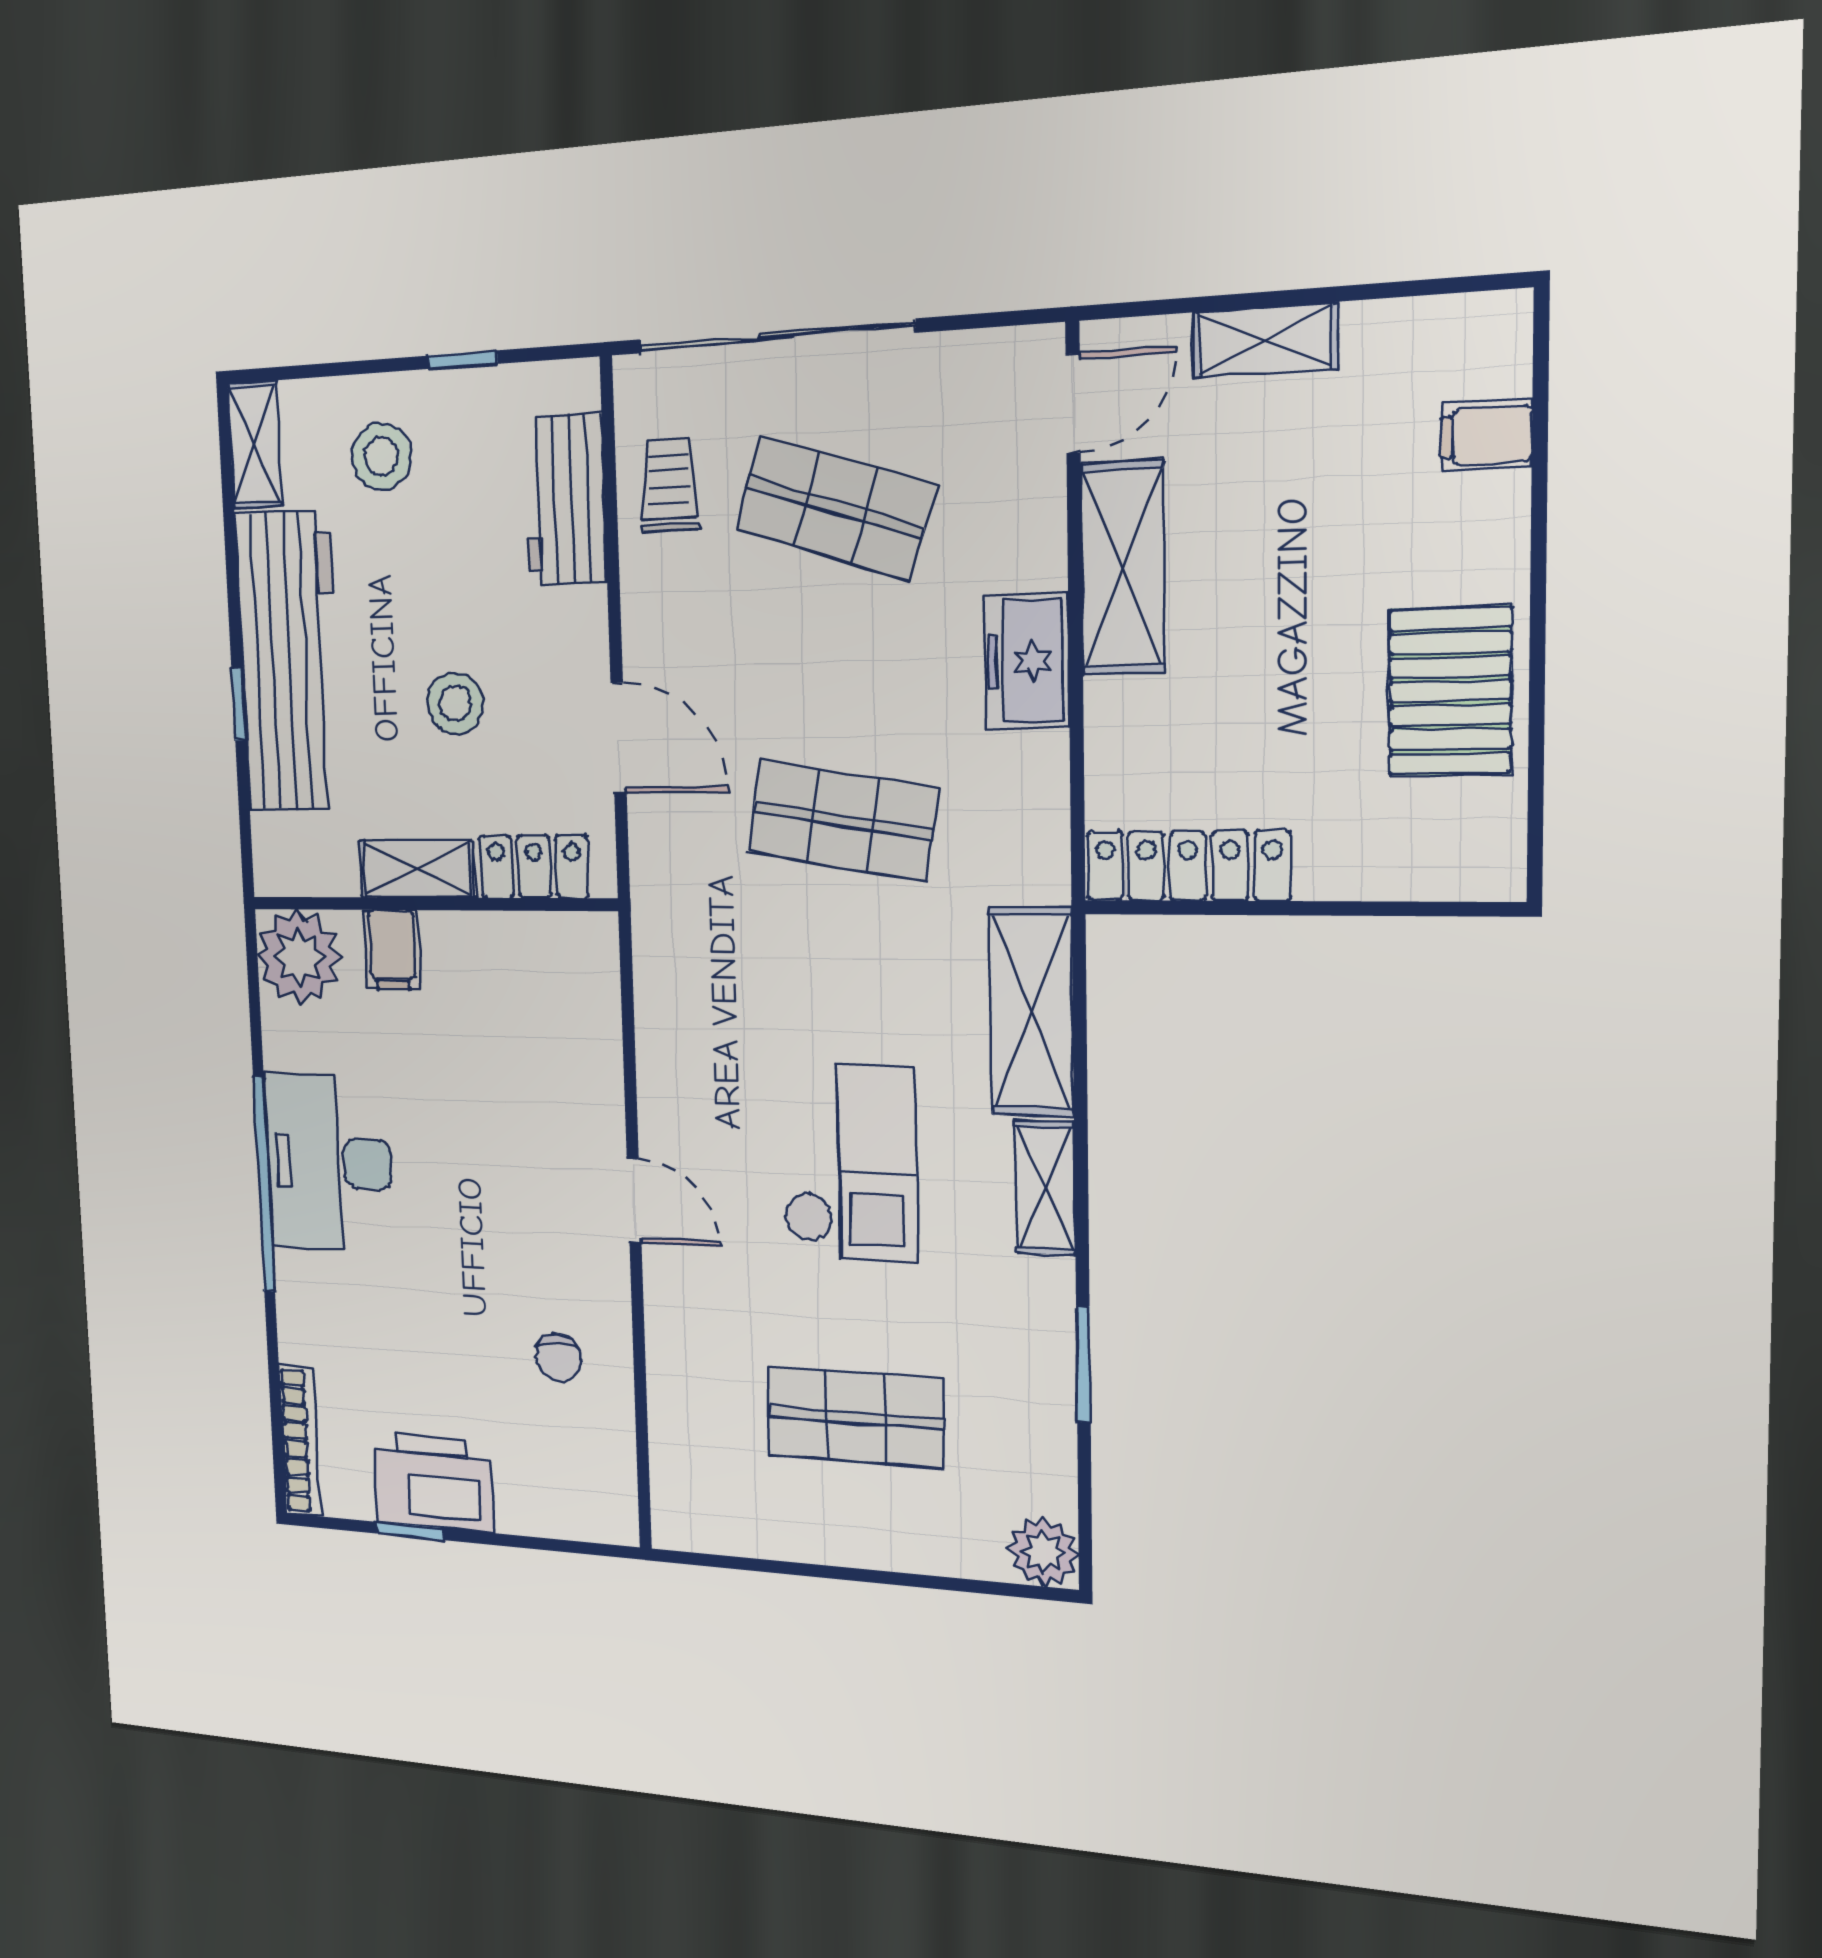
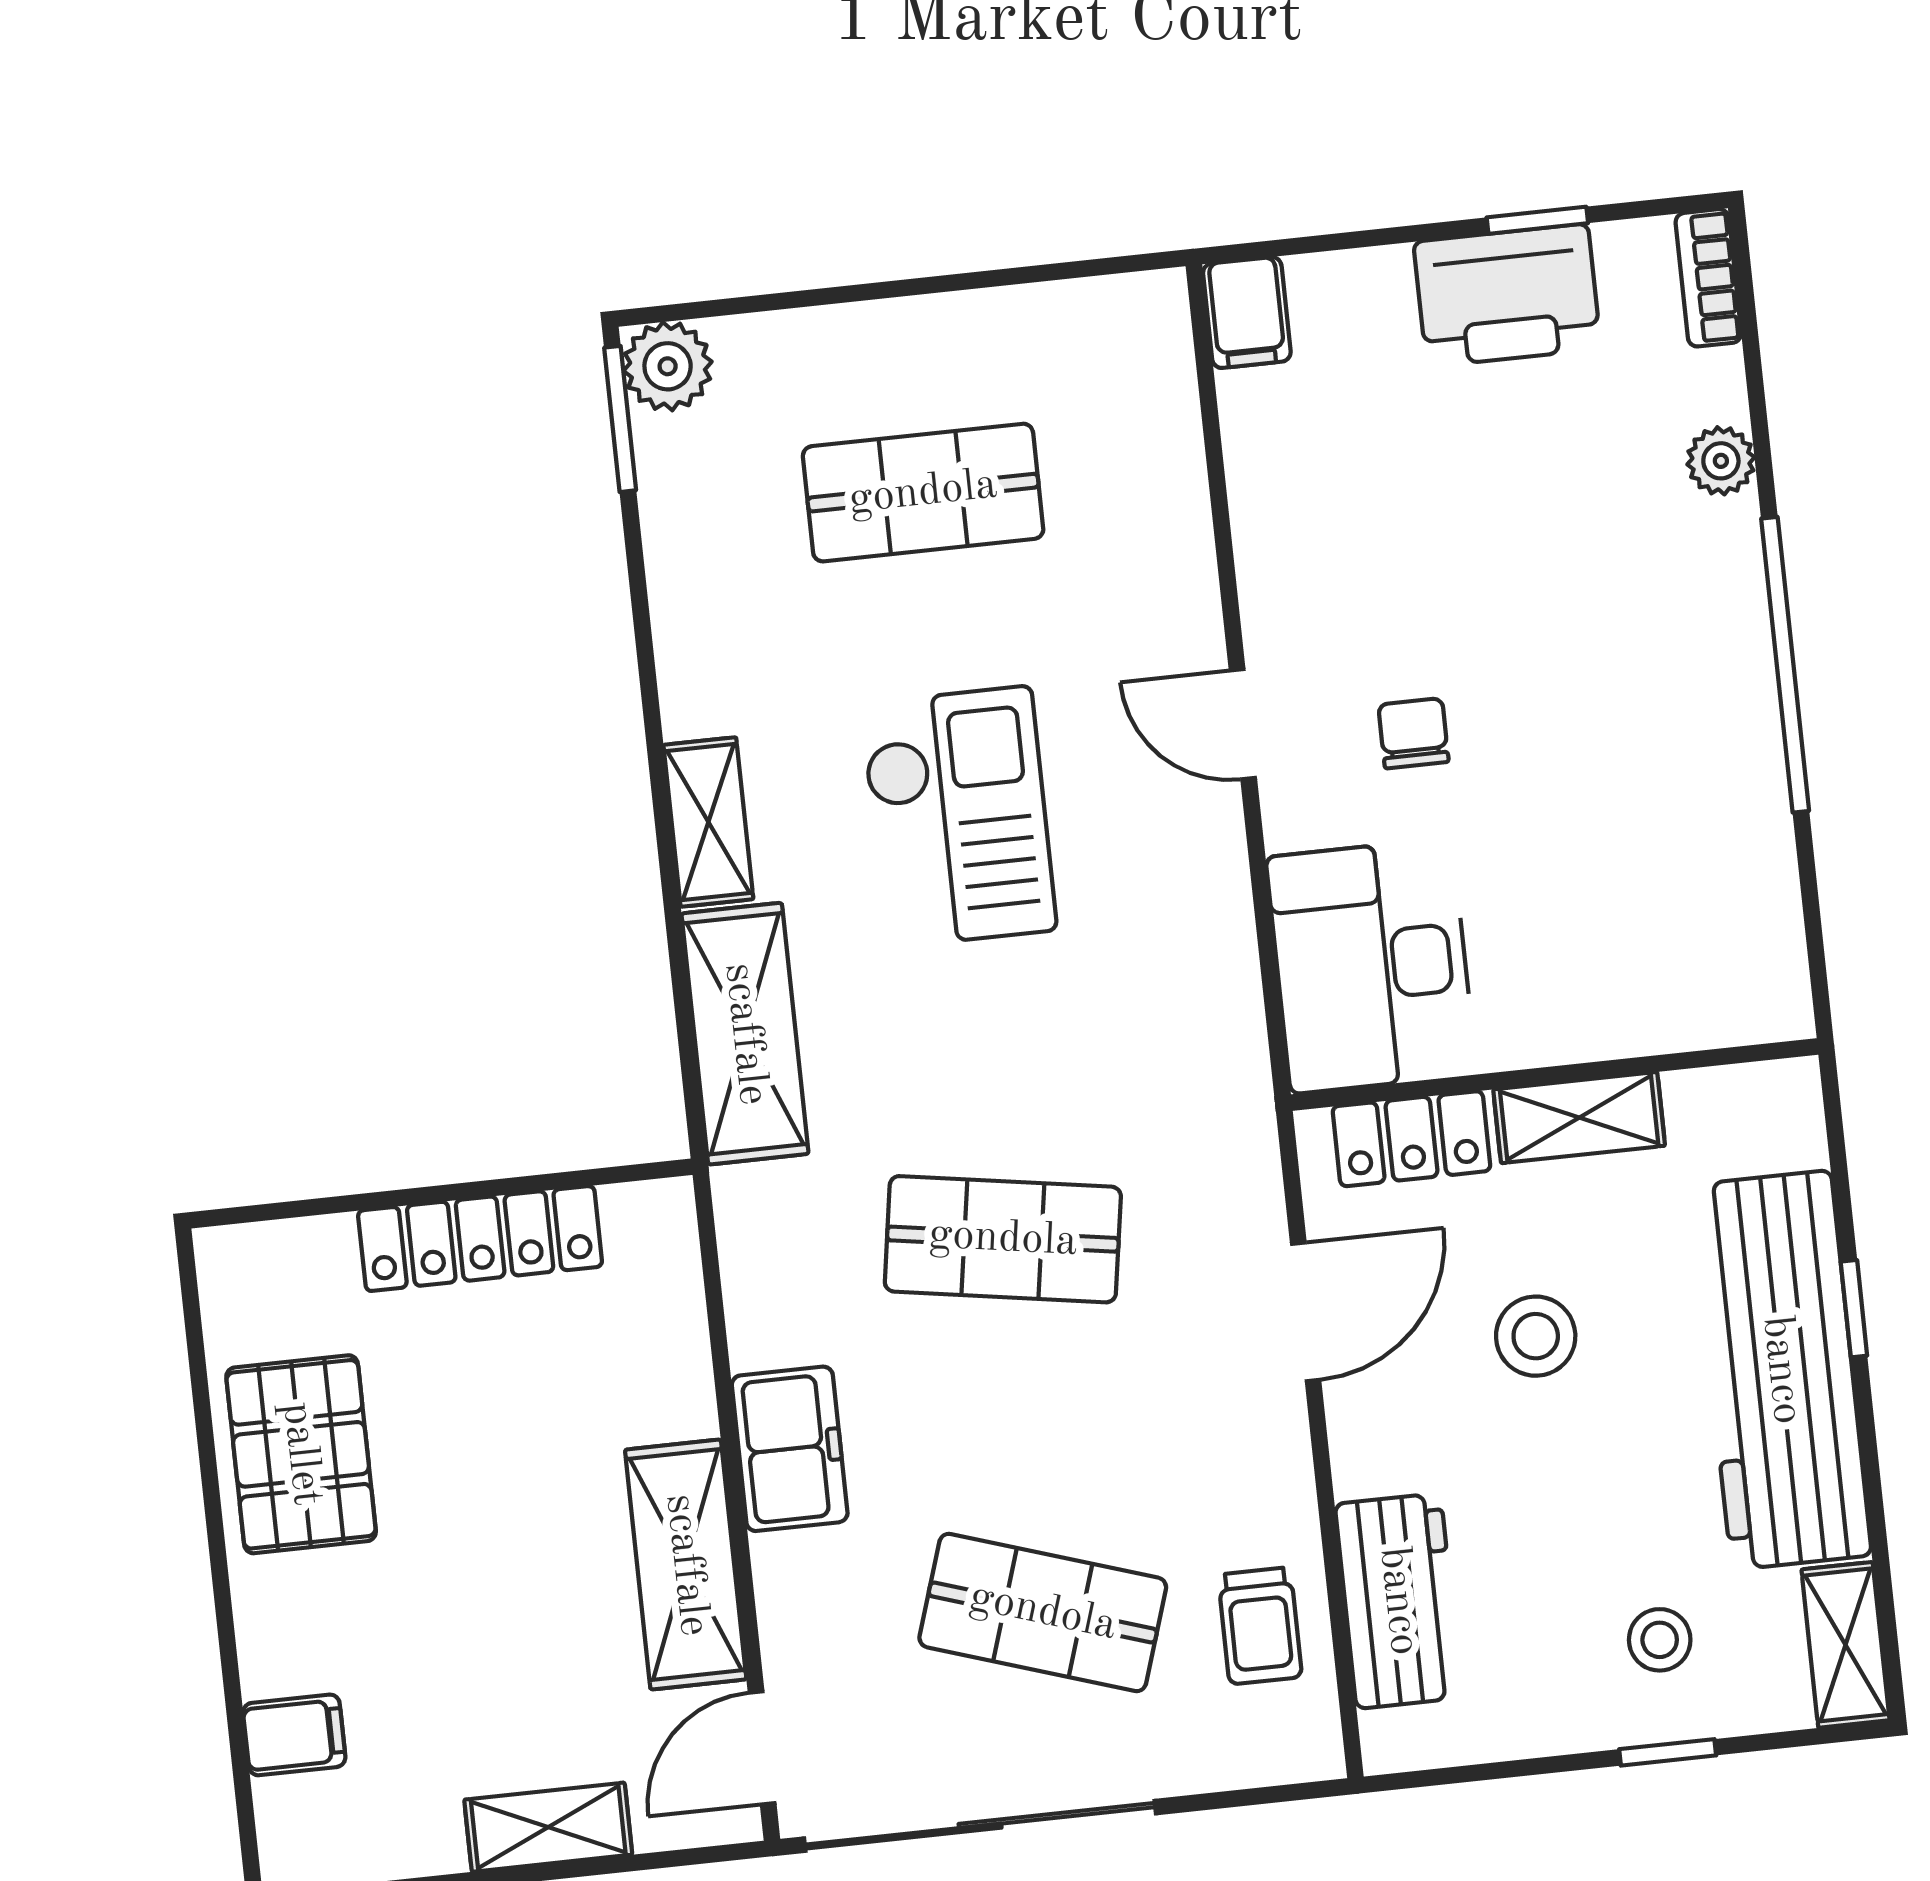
sliding door: (775, 336) -> (980, 1826), moved
window: (463, 360) -> (1668, 1752), moved
stool: (381, 456) -> (1660, 1640), width x0.73, depth x0.73
door: (619, 738) -> (1306, 1312), swing flipped
locker: (1188, 866) -> (480, 1239), moved
filing cabinet: (392, 950) -> (1247, 312), moved, turned 180
plant: (299, 957) -> (1721, 461), moved, width x0.53, depth x0.53
desk: (329, 1162) -> (1371, 966), moved, turned 180
checkout: (850, 1162) -> (958, 817), turned 180
chair: (559, 1358) -> (1413, 733), moved
window: (1083, 1364) -> (620, 419), moved
bookcase: (300, 1441) -> (1708, 278), width x0.64

